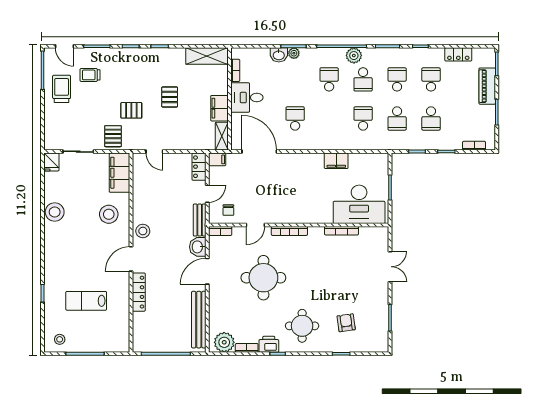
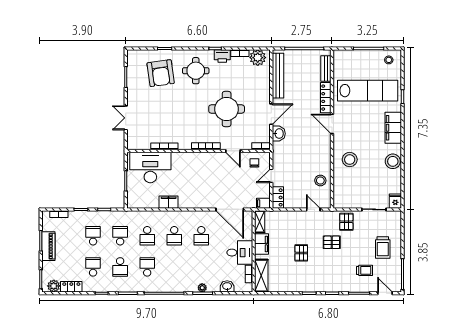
washbasin: (279, 55) -> (227, 286), moved
shelving: (207, 56) -> (261, 276), moved, turned 90
plant: (354, 56) -> (54, 286), moved
school desk: (329, 79) -> (174, 236), moved
school desk: (431, 79) -> (93, 267), turned 180
piano: (487, 86) -> (48, 246), moved
trolley: (62, 89) -> (383, 248), moved
filing cabinet: (119, 173) -> (393, 128), moved, turned 180
bench: (200, 220) -> (326, 68), moved
door: (255, 225) -> (233, 151), swing flipped
stool: (143, 231) -> (320, 181), moved
door: (131, 259) -> (332, 124), swing flipped
lab bench: (86, 301) -> (368, 91), width x1.86, depth x1.39
armchair: (346, 323) -> (161, 73), width x1.88, depth x1.88

